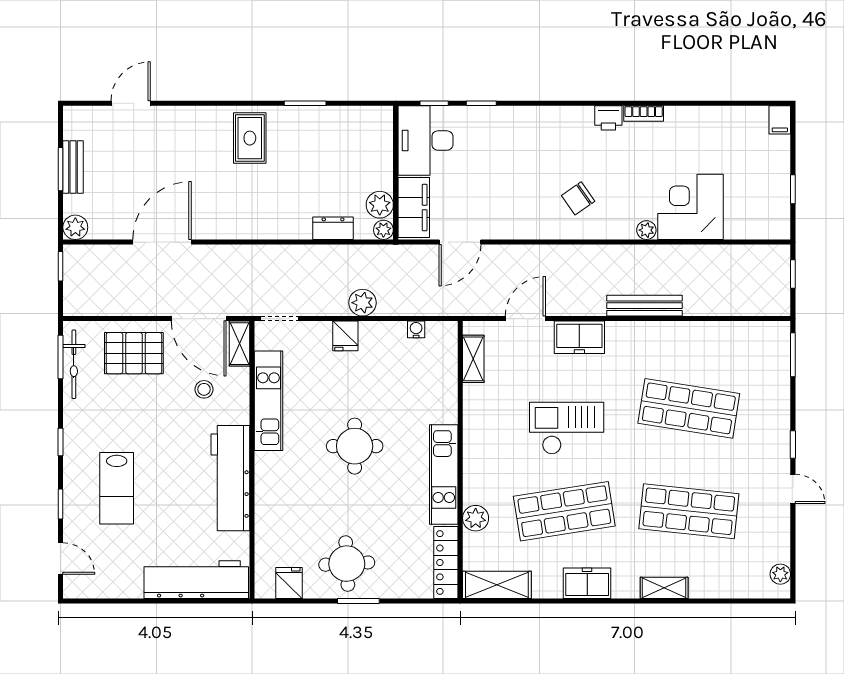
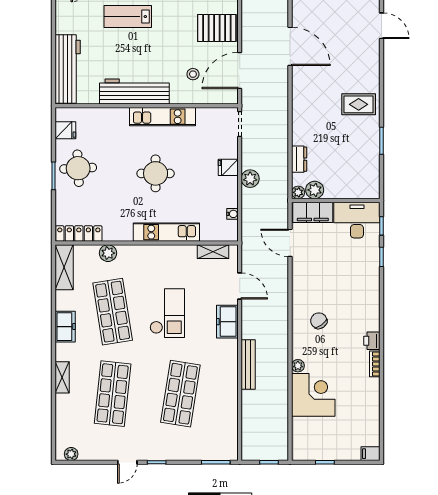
shelving: (239, 344) -> (223, 98), removed
pallet: (134, 353) -> (217, 28), turned 90
kitchen unit: (268, 401) -> (162, 117), moved
kitchen unit: (444, 475) -> (166, 232), moved

